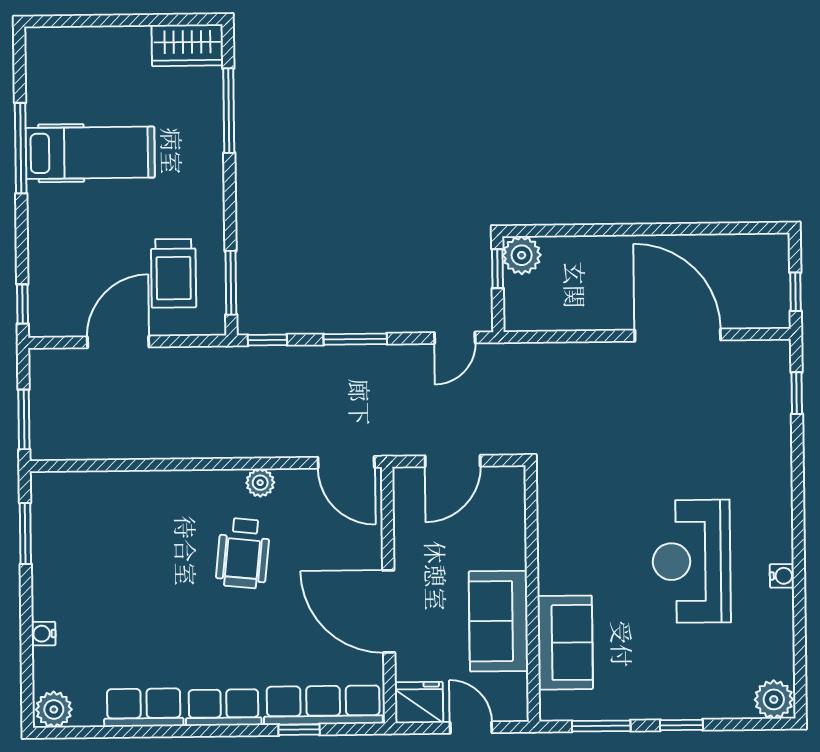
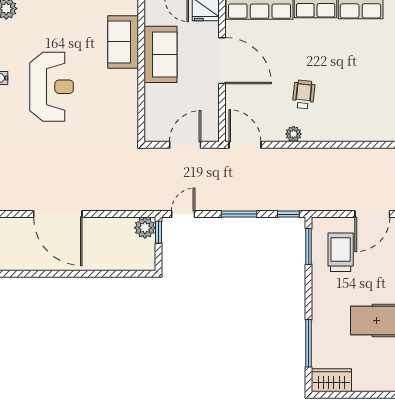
plant: (522, 255) -> (145, 228), moved
window: (498, 269) -> (159, 232), moved
wheelchair: (243, 553) -> (304, 94), width x0.73, depth x0.73

